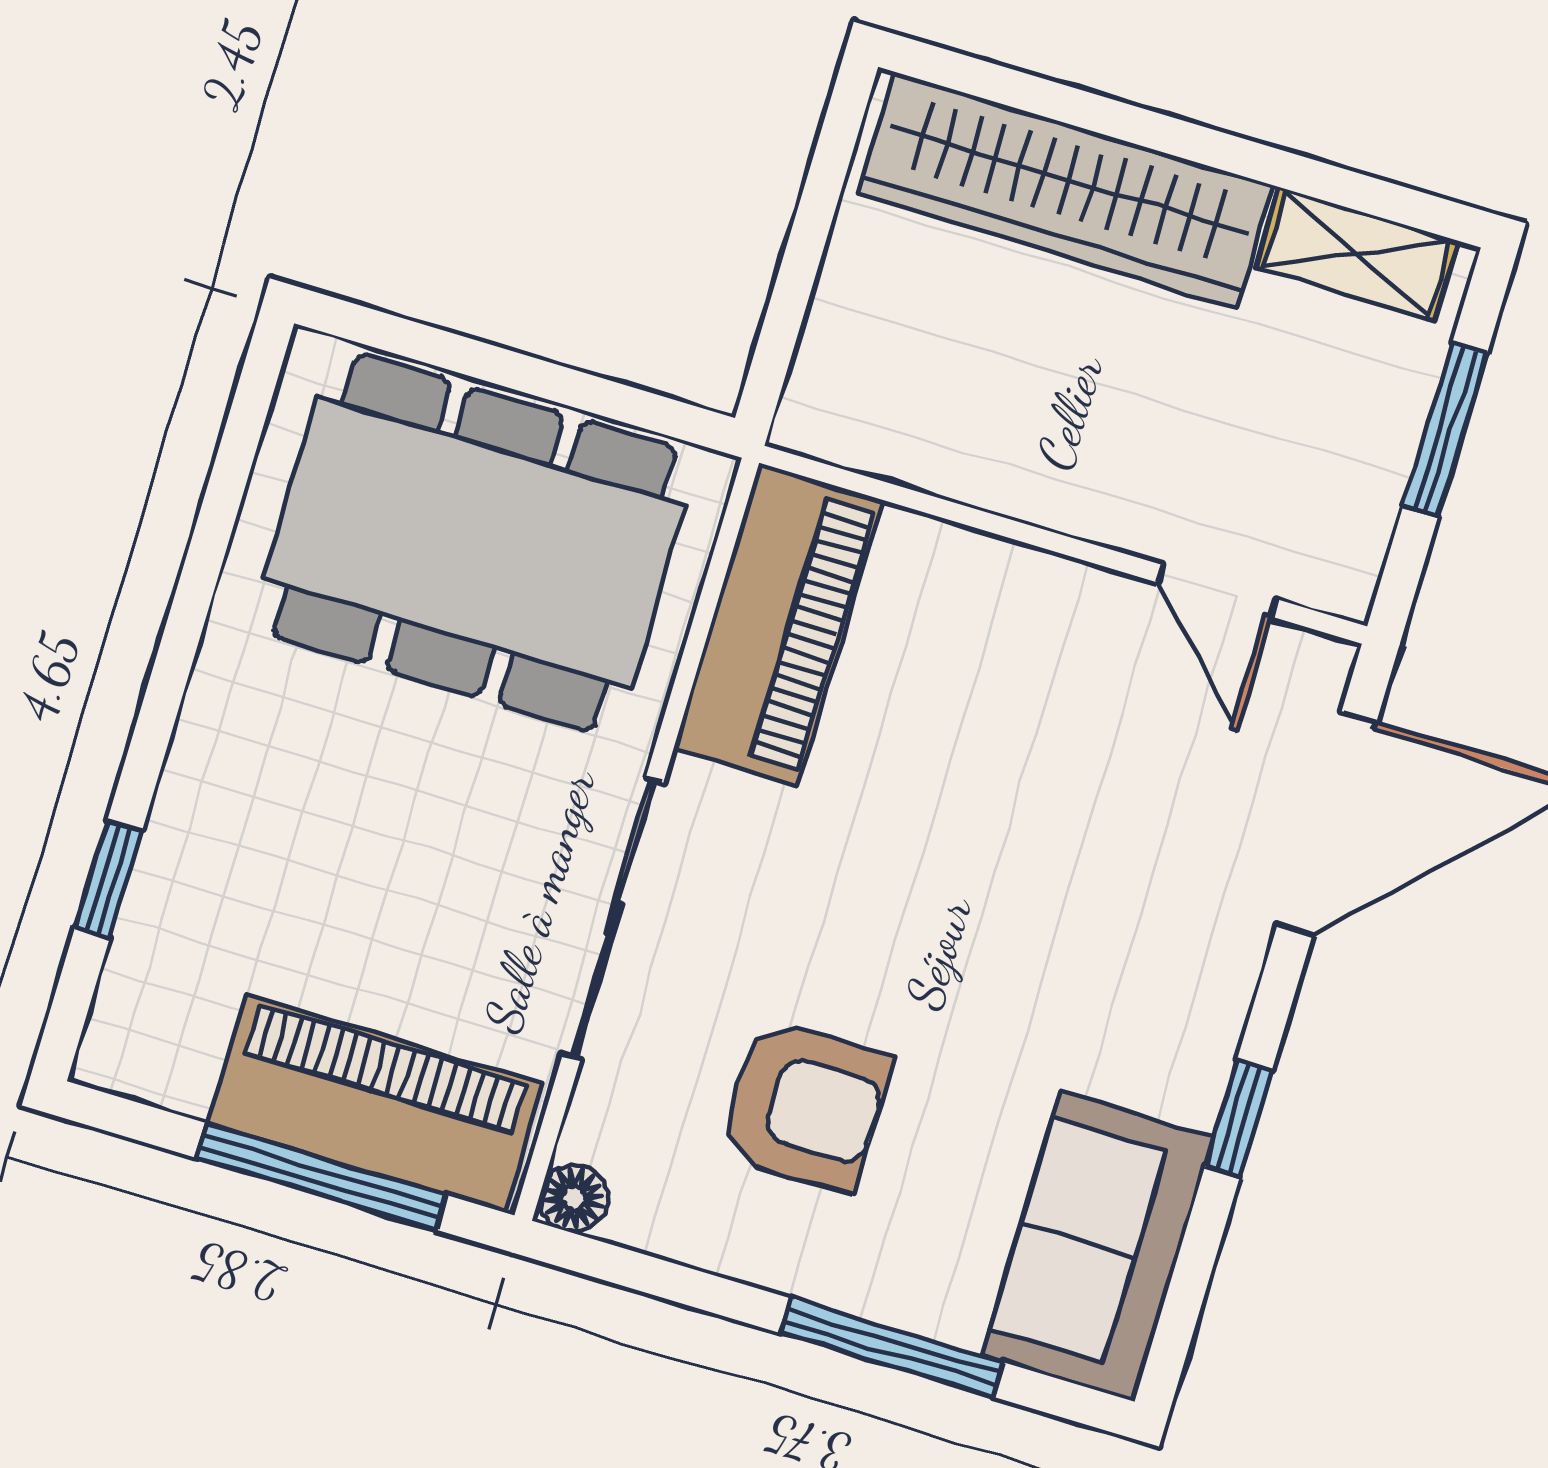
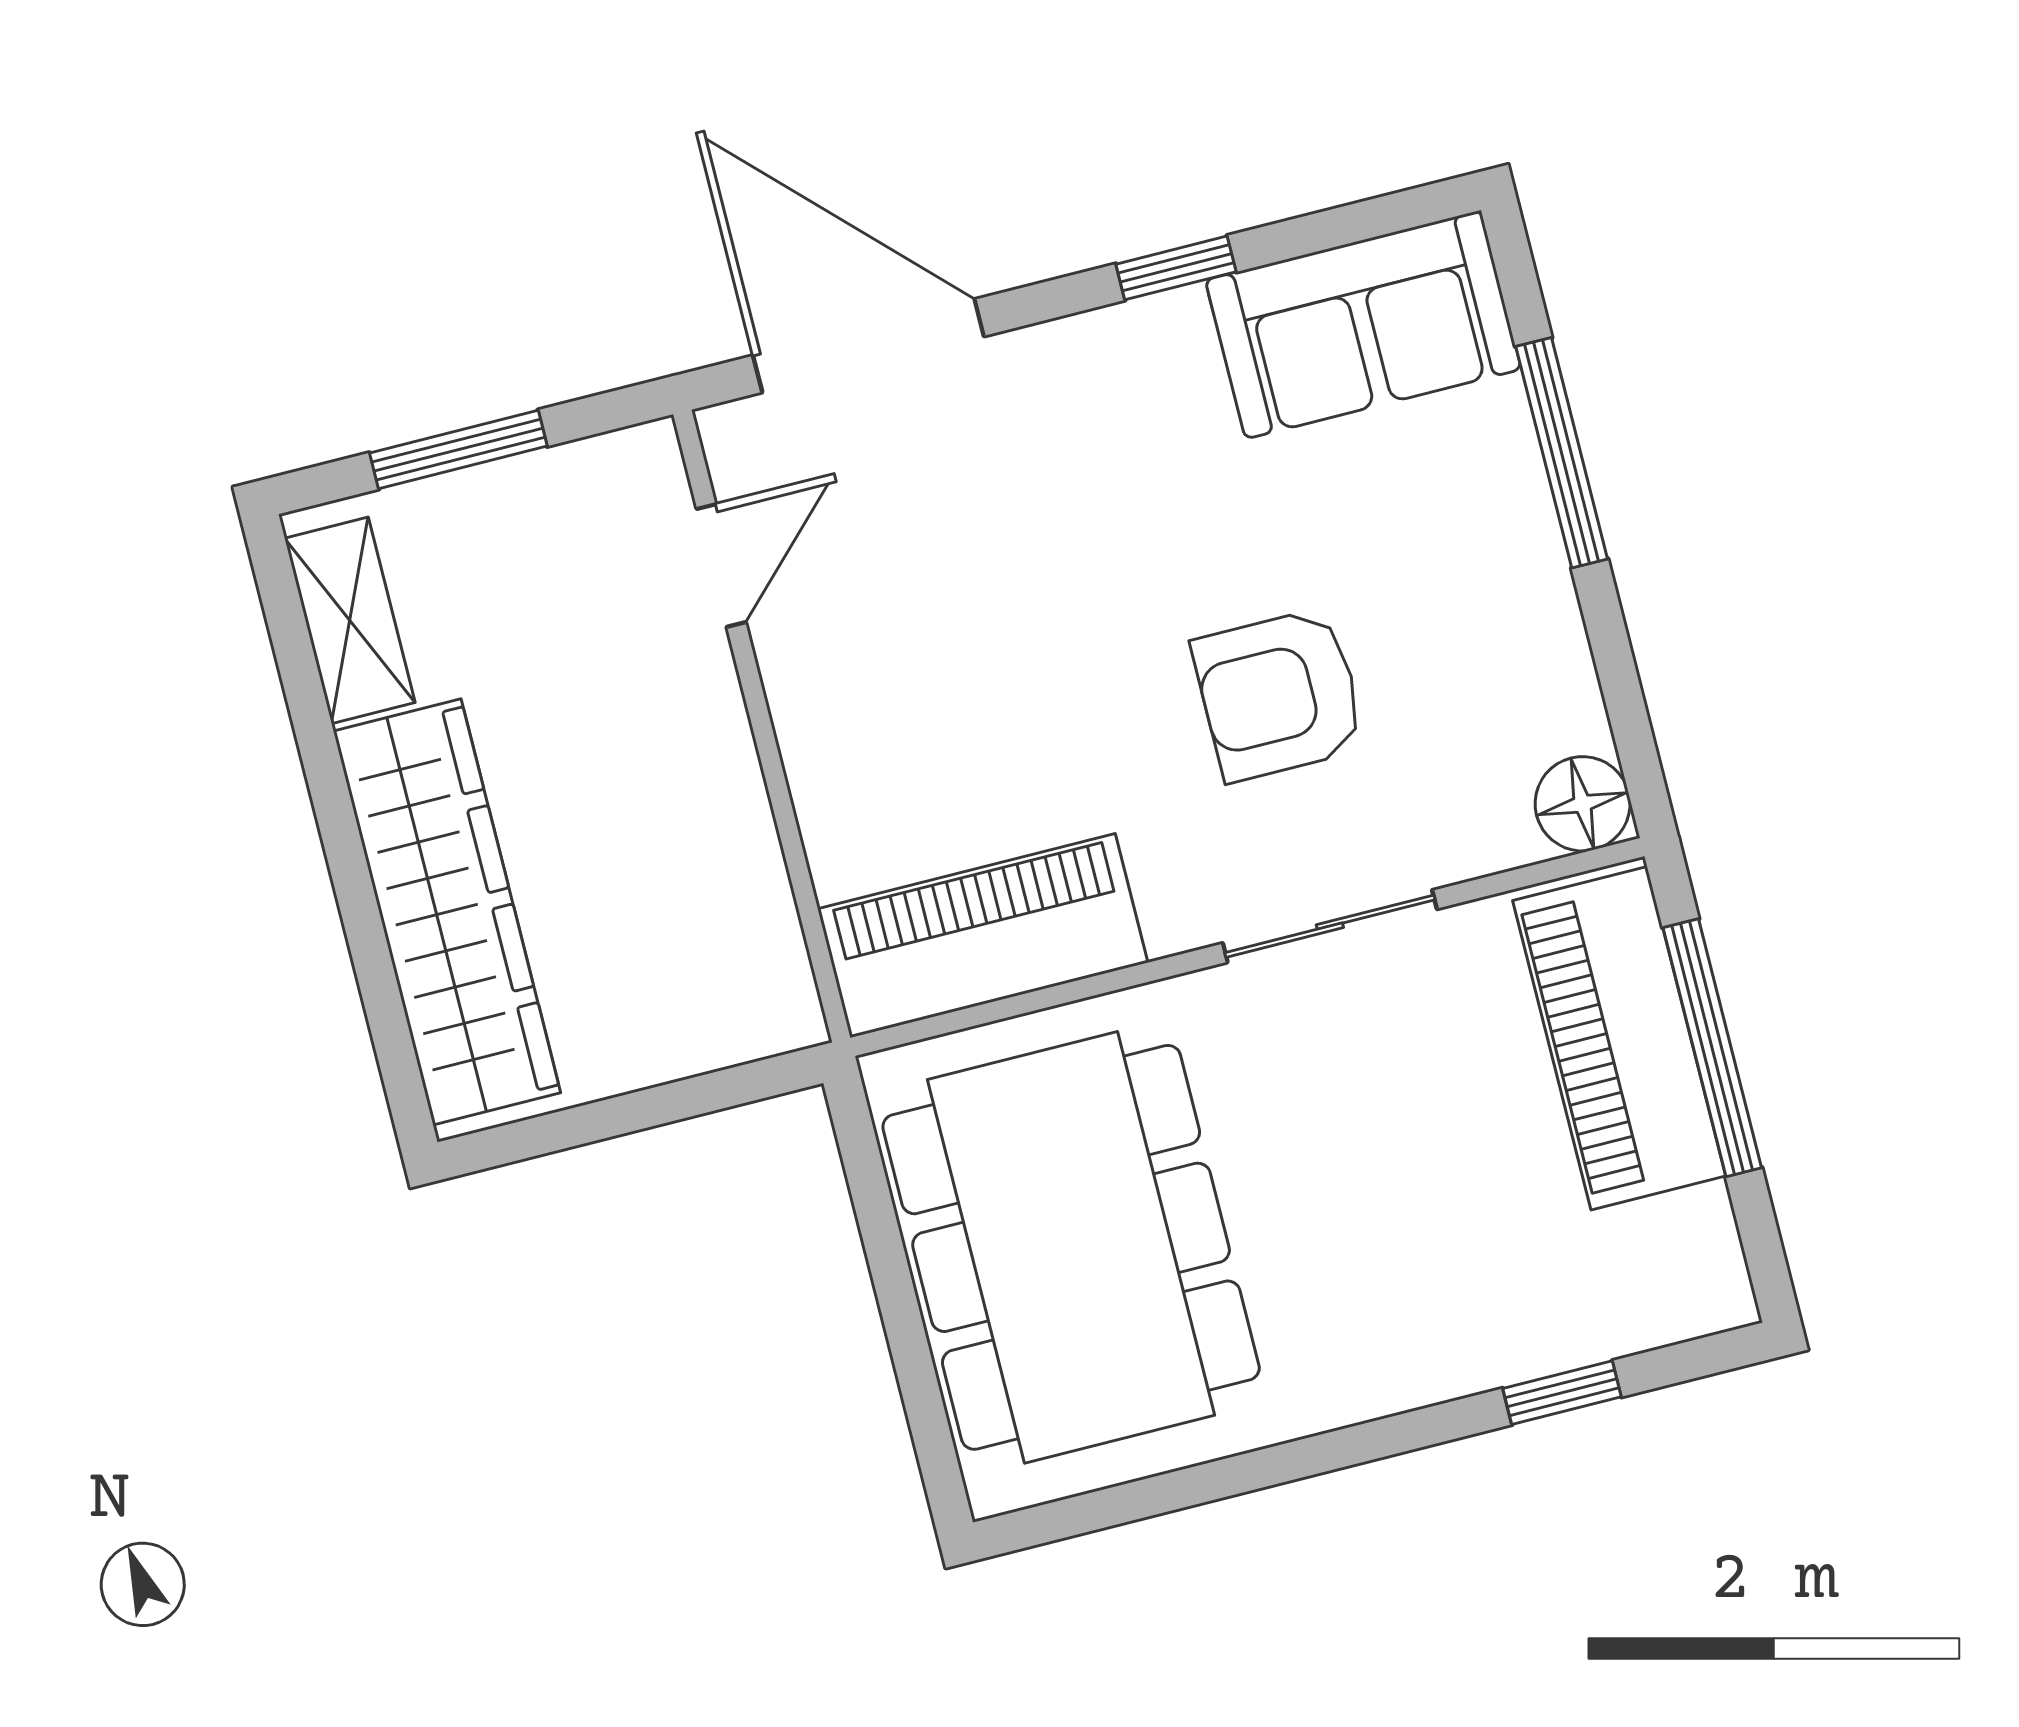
sliding door: (613, 918) -> (1330, 926), width x0.73
armchair: (804, 1105) -> (1279, 694), moved, turned -90
floor lamp: (574, 1198) -> (1583, 804), width x1.37, depth x1.37

